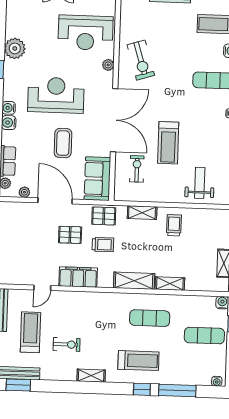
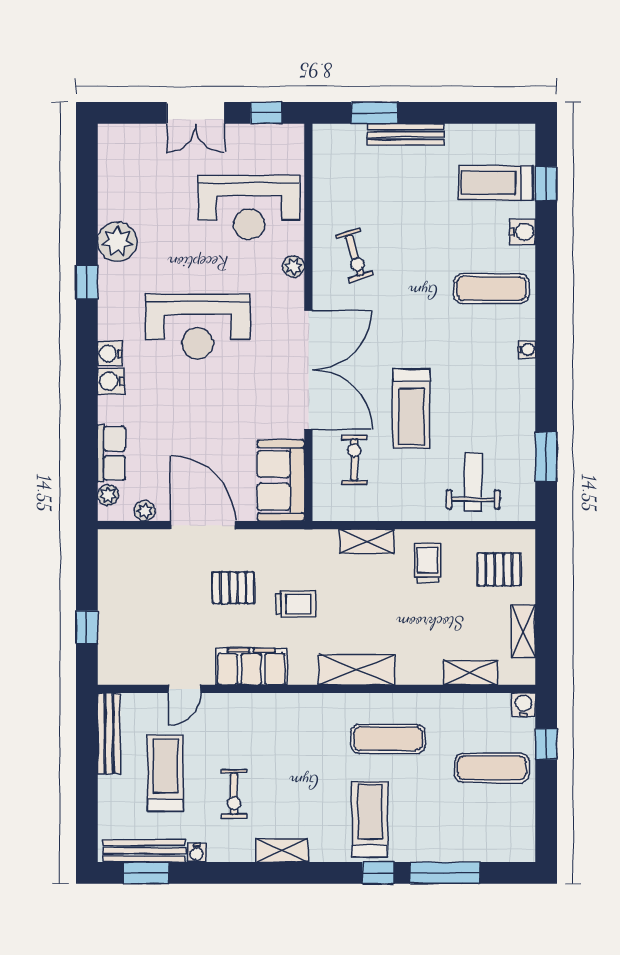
exercise bike: (141, 60) -> (355, 255), width x0.73, depth x0.72
reception desk: (56, 95) -> (198, 326), turned 180
coffee table: (63, 143) -> (214, 416), removed
pallet: (104, 216) -> (499, 569), moved
shelving: (170, 284) -> (471, 673), moved
exercise bike: (67, 344) -> (234, 794), turned 90
treadmill: (138, 361) -> (370, 819), turned -90
water cooler: (217, 381) -> (197, 853), moved

